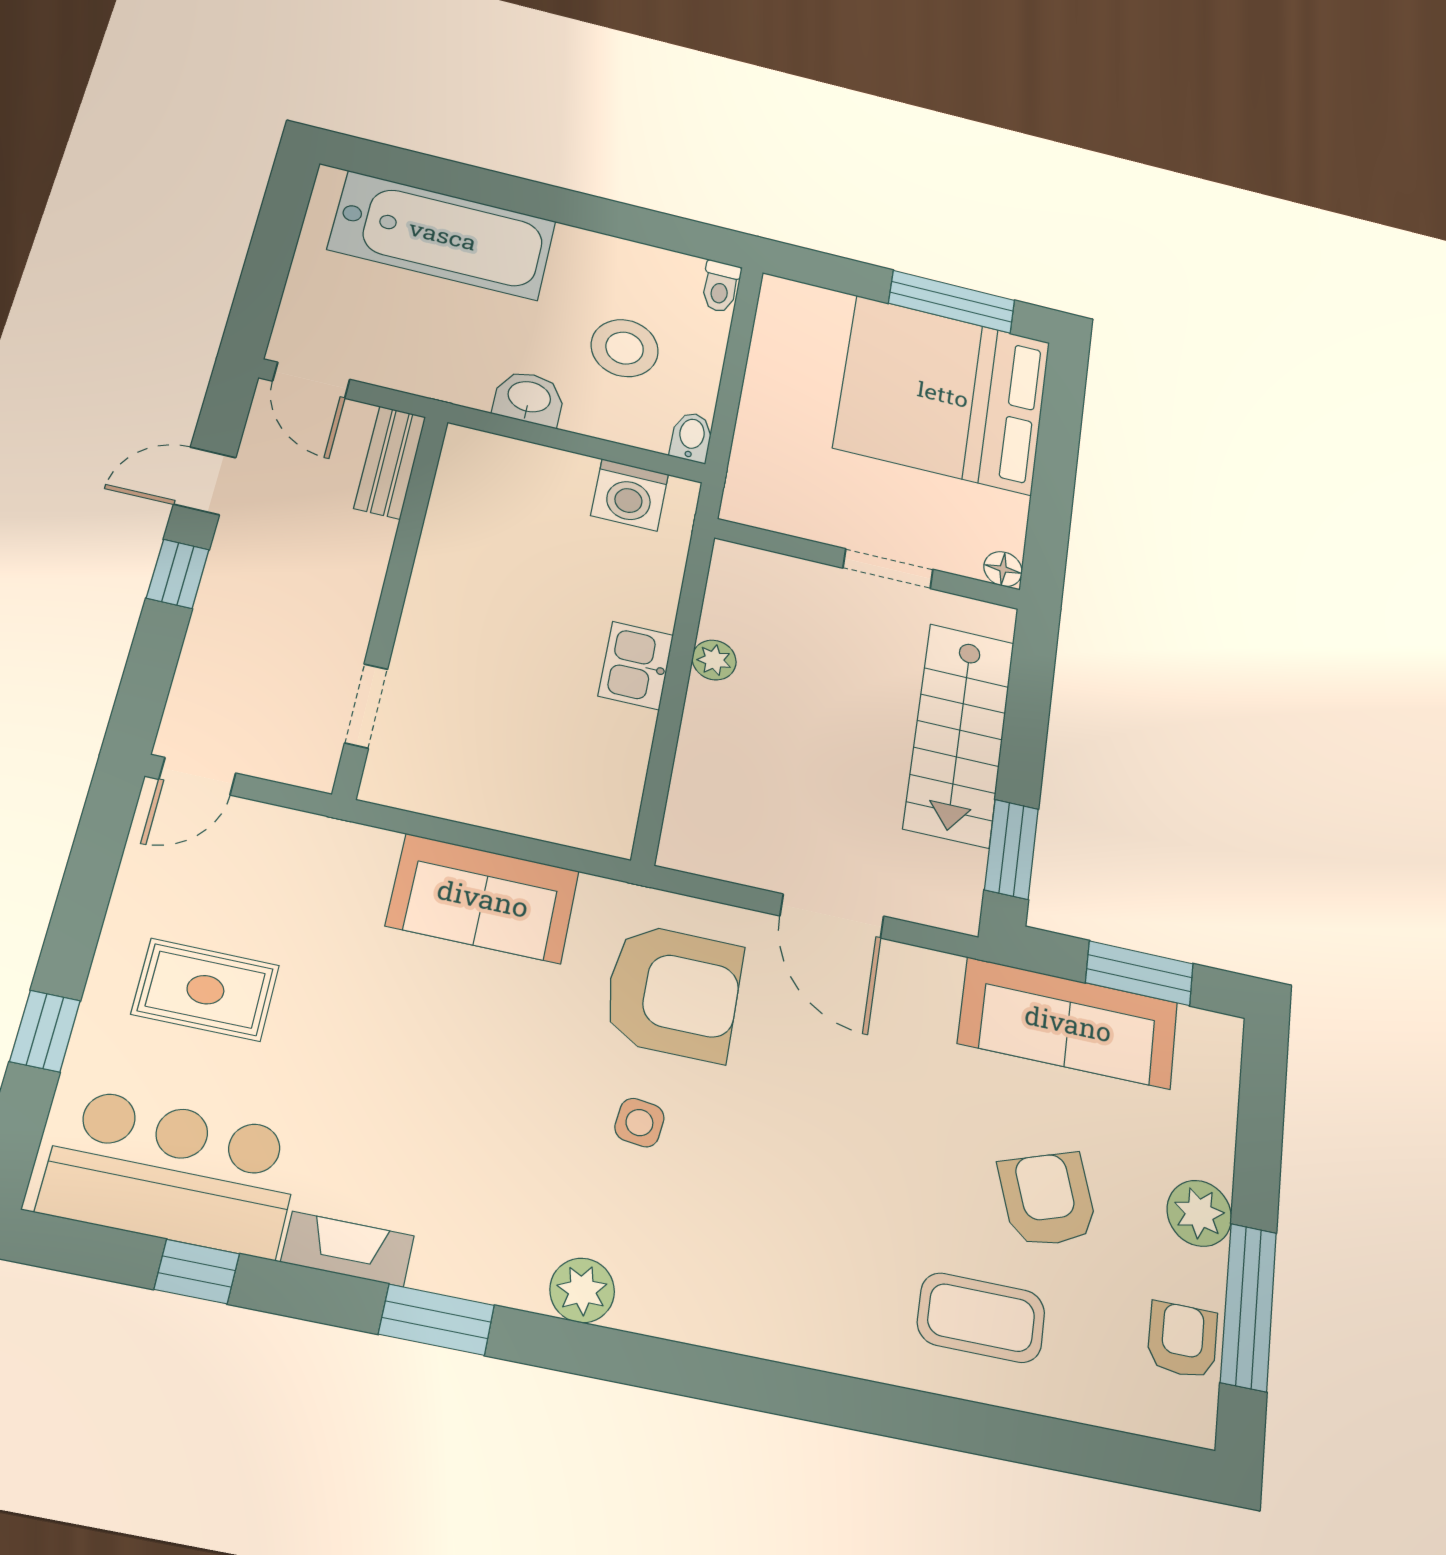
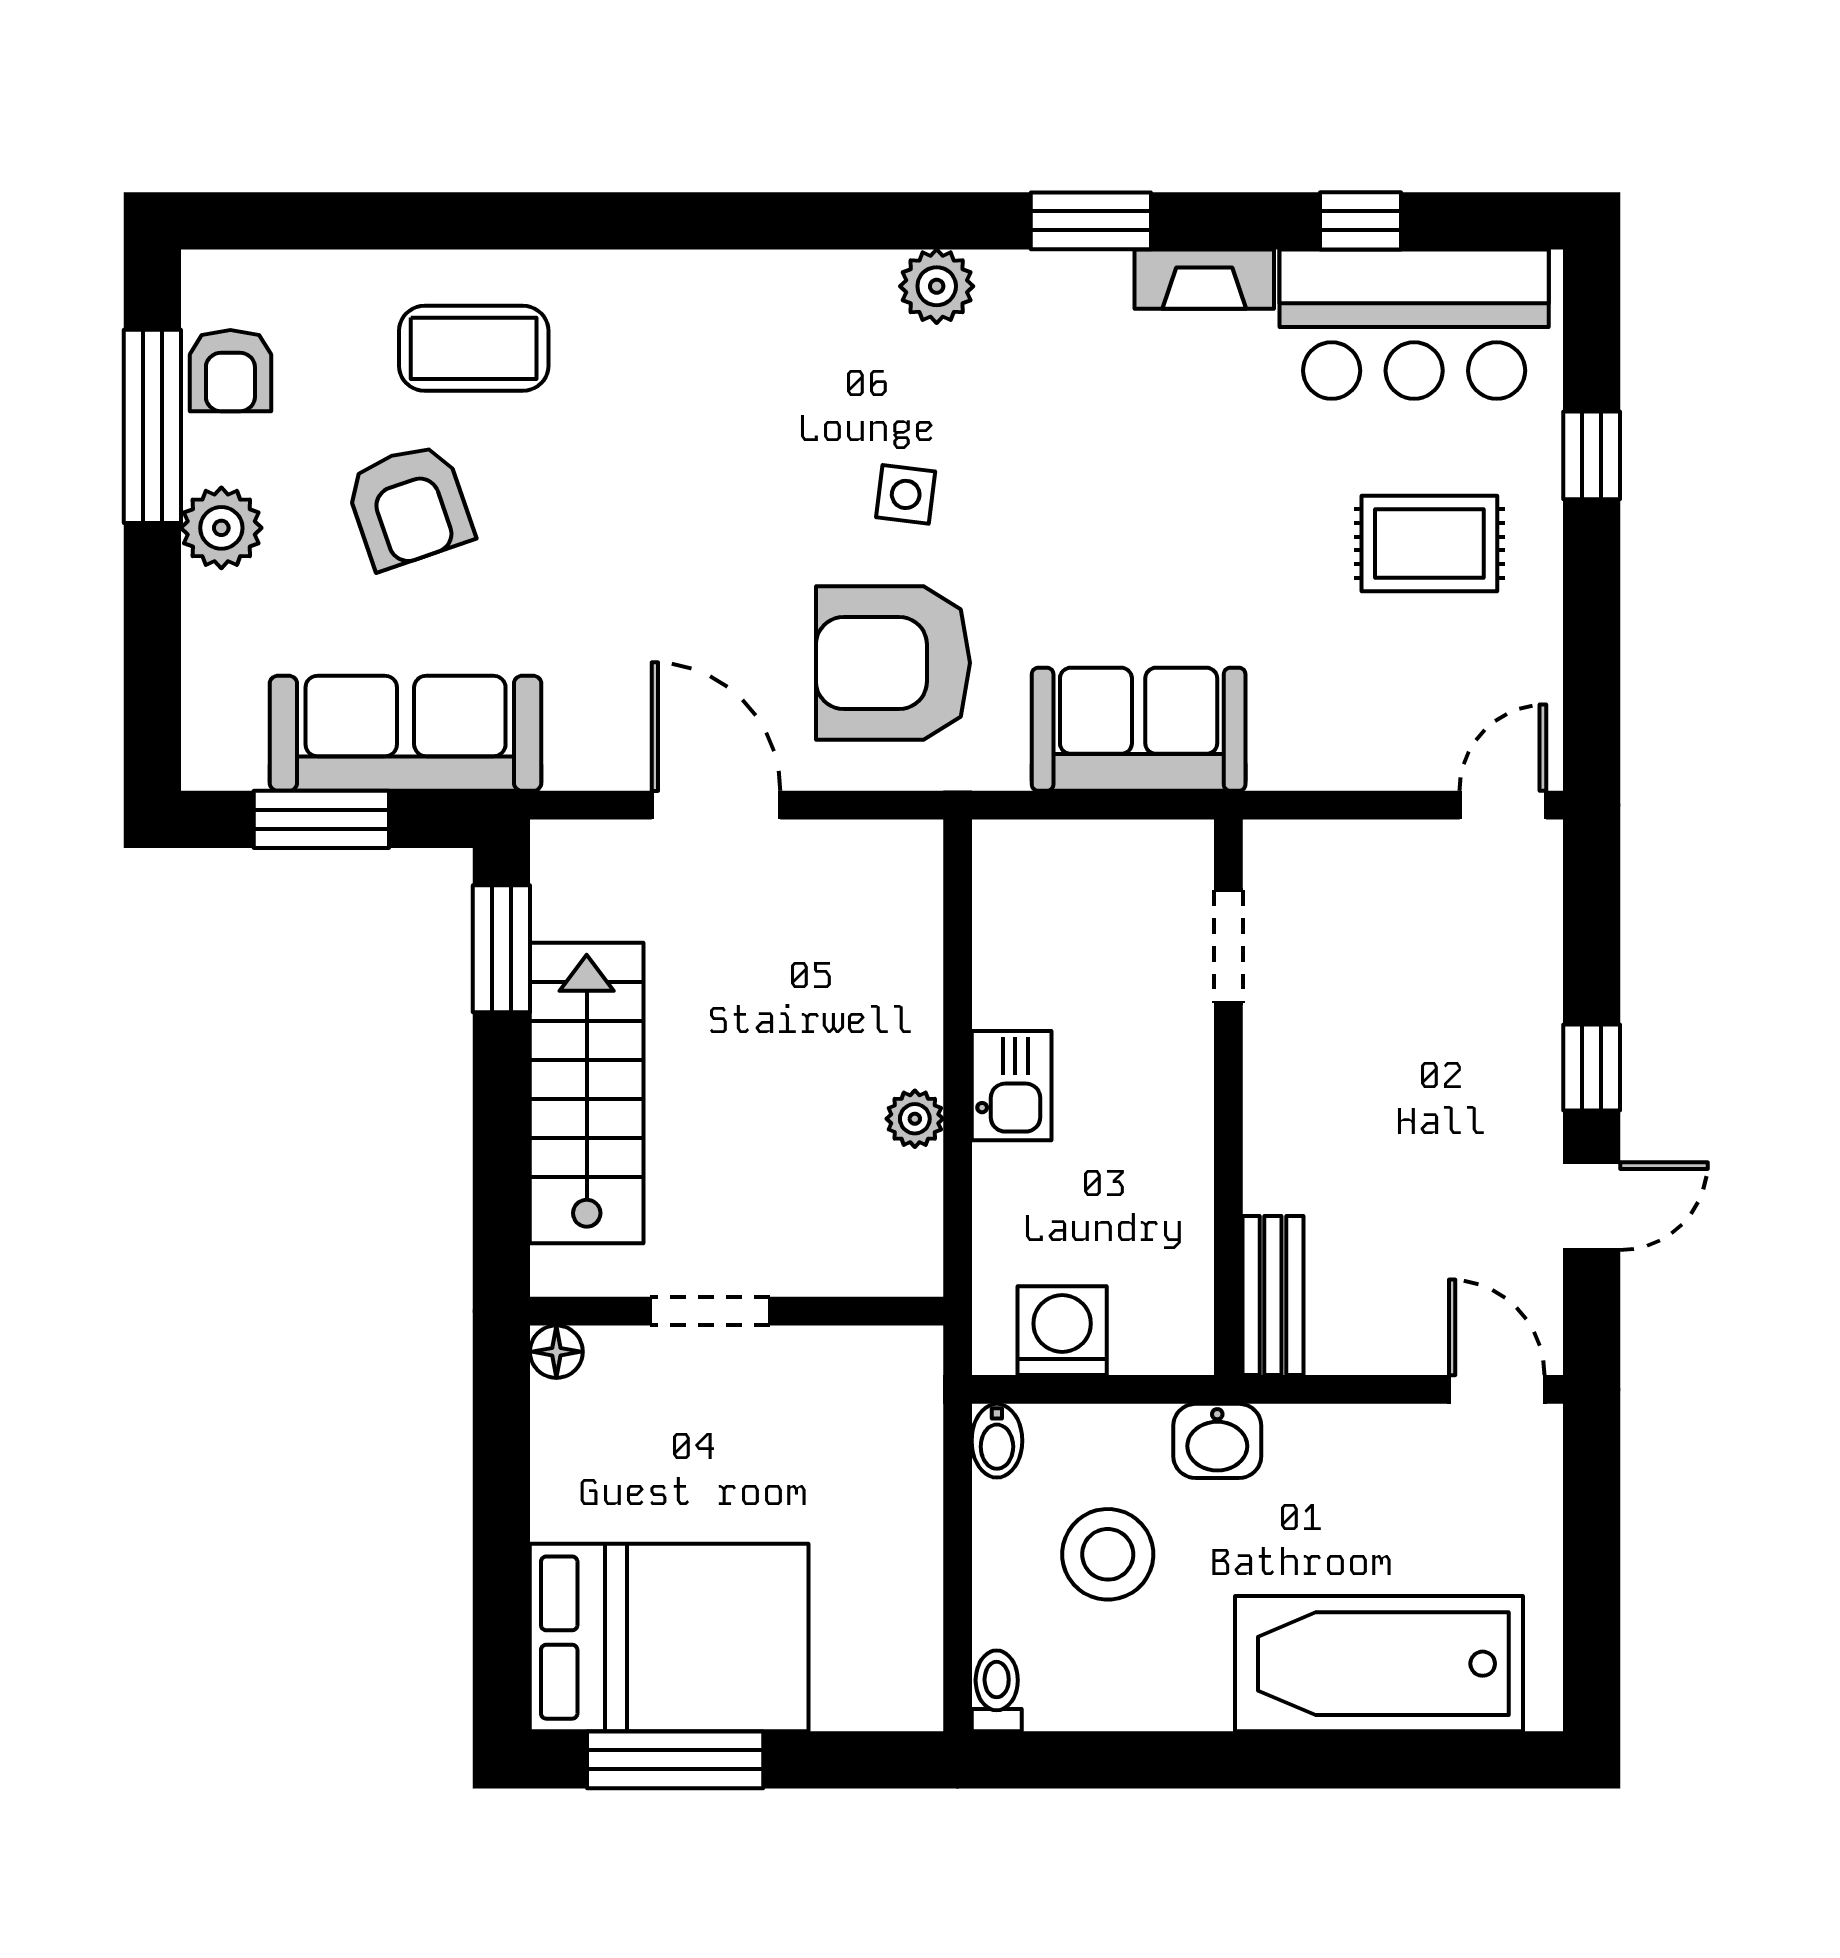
bed: (943, 394) -> (669, 1638), width x0.73
bench: (390, 462) -> (1273, 1296), moved
wall: (392, 601) -> (1228, 1097), moved
doorway: (366, 706) -> (1228, 946), moved

